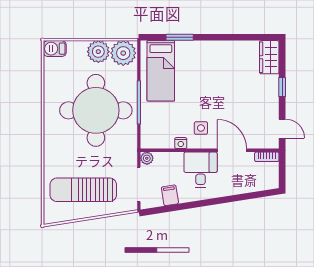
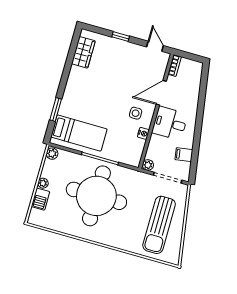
barbecue: (55, 49) -> (40, 199), moved
plant: (98, 52) -> (43, 183), width x0.53, depth x0.53
plant: (123, 53) -> (52, 154), width x0.53, depth x0.53
wardrobe: (269, 57) -> (83, 52), moved, turned -90
door: (282, 129) -> (155, 46), hinge flipped

